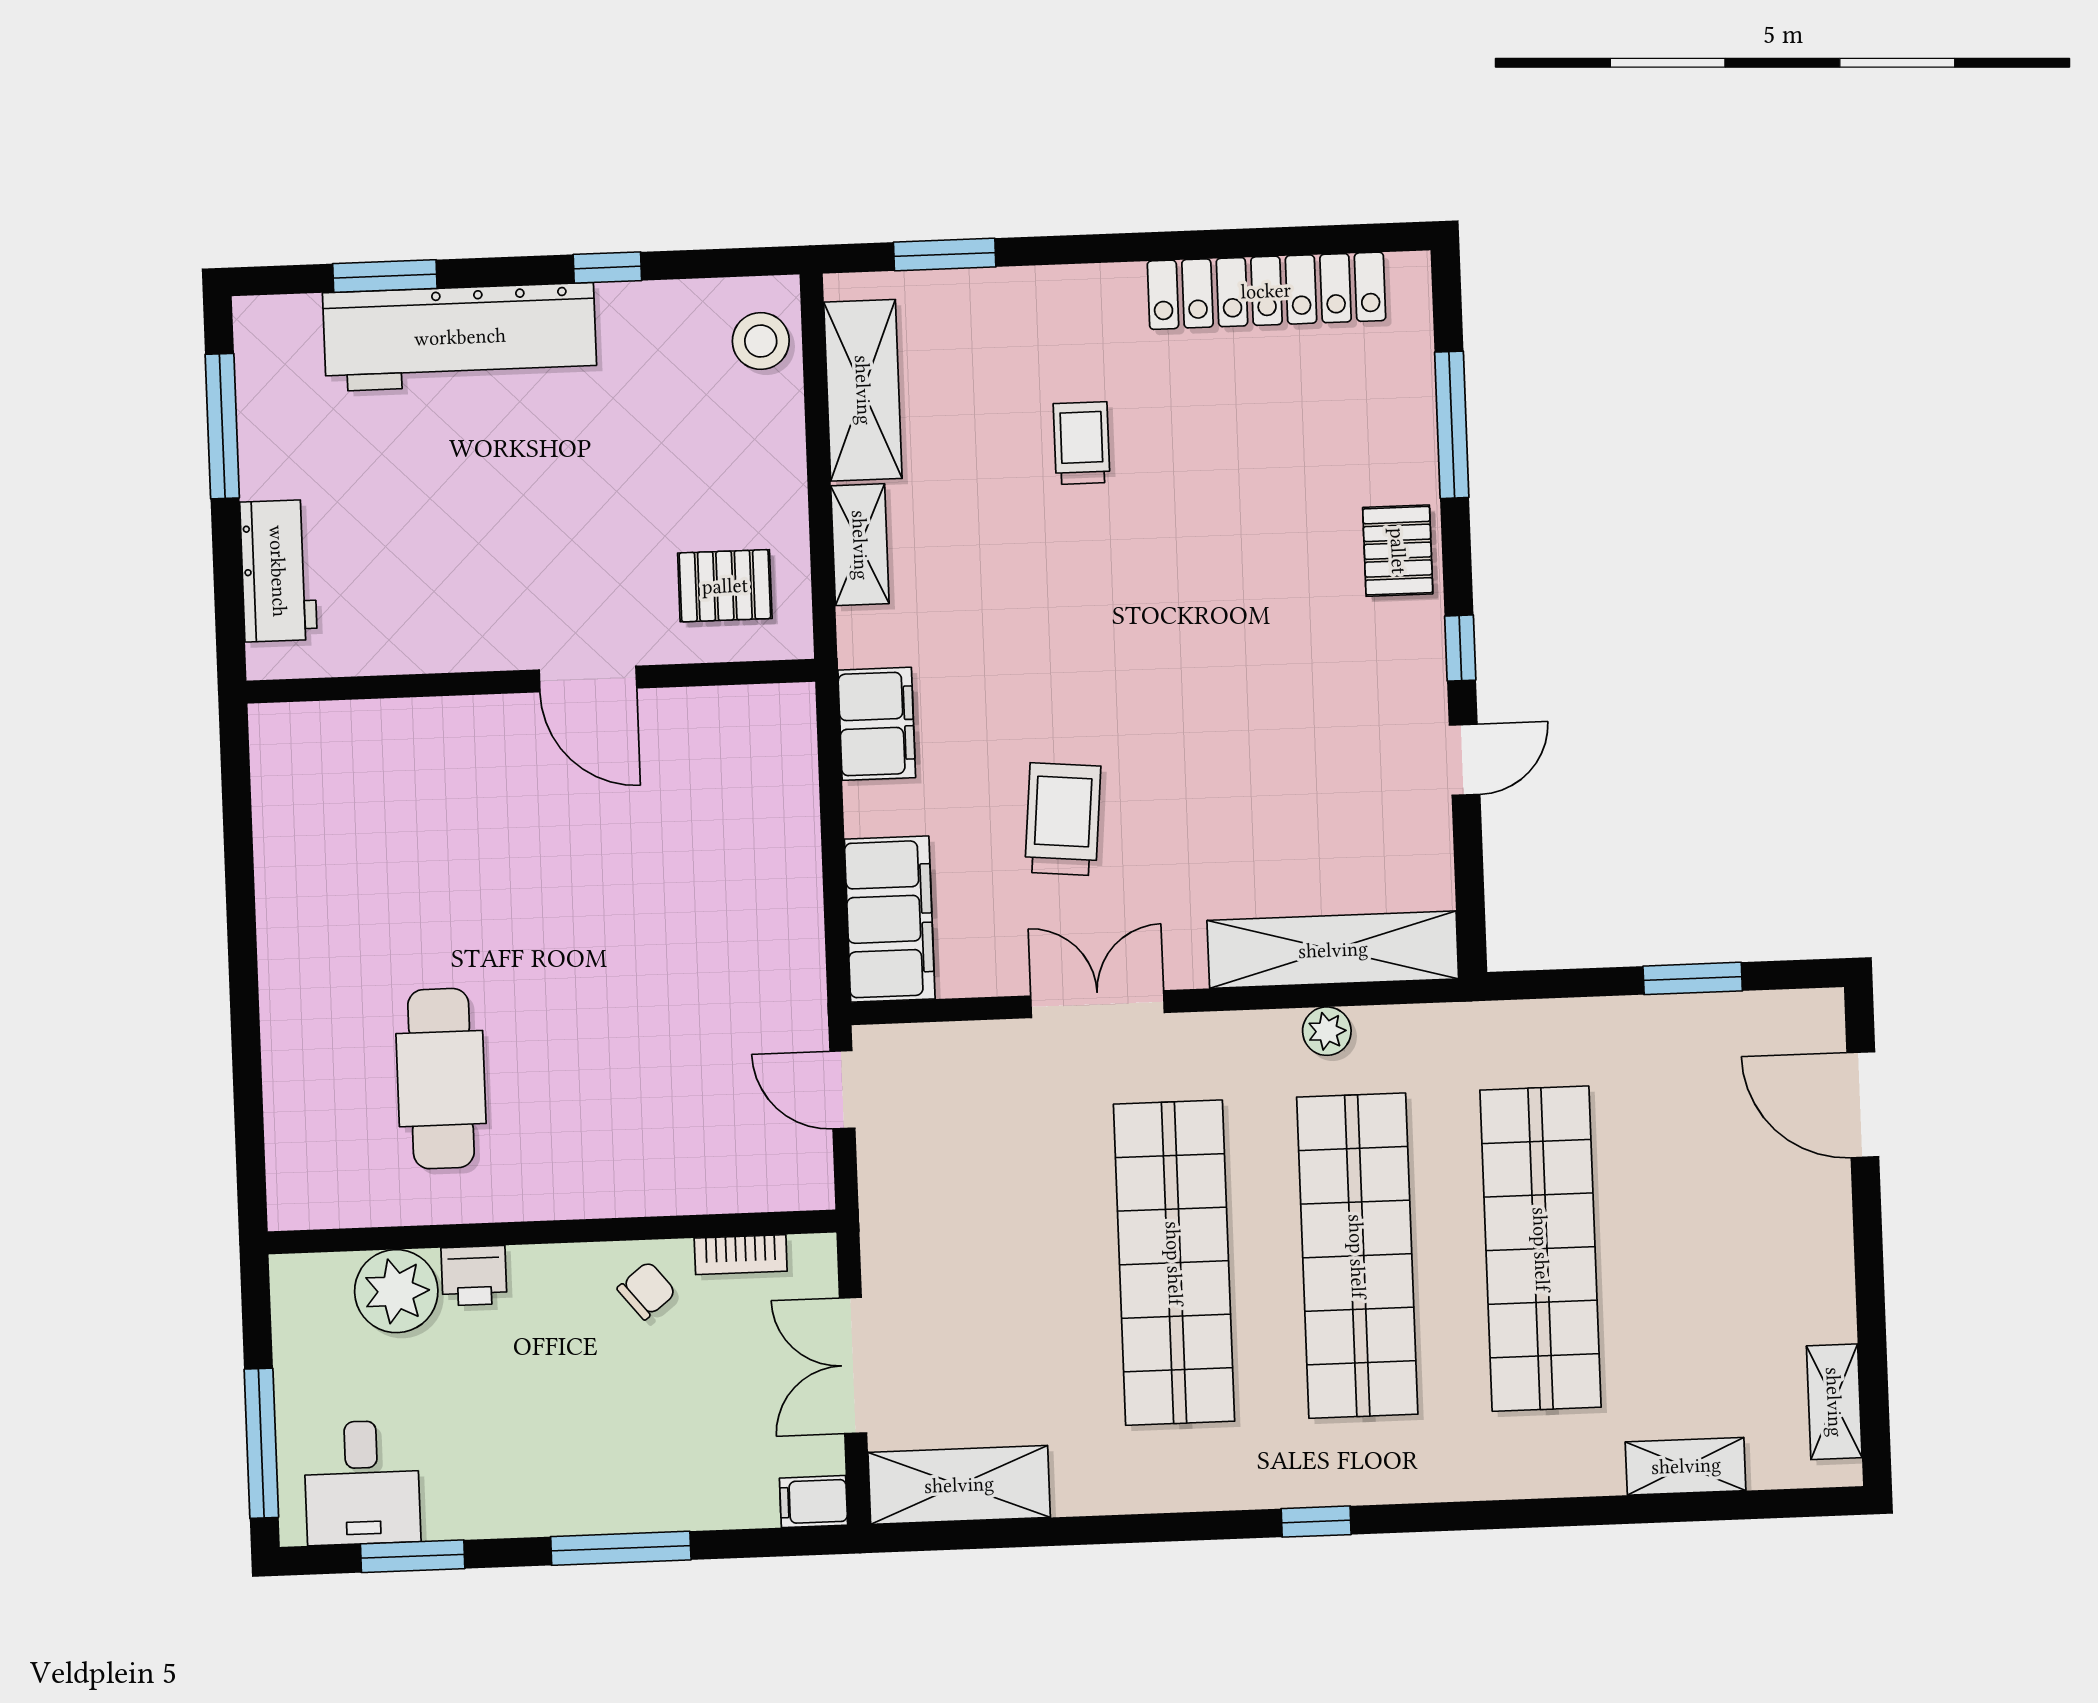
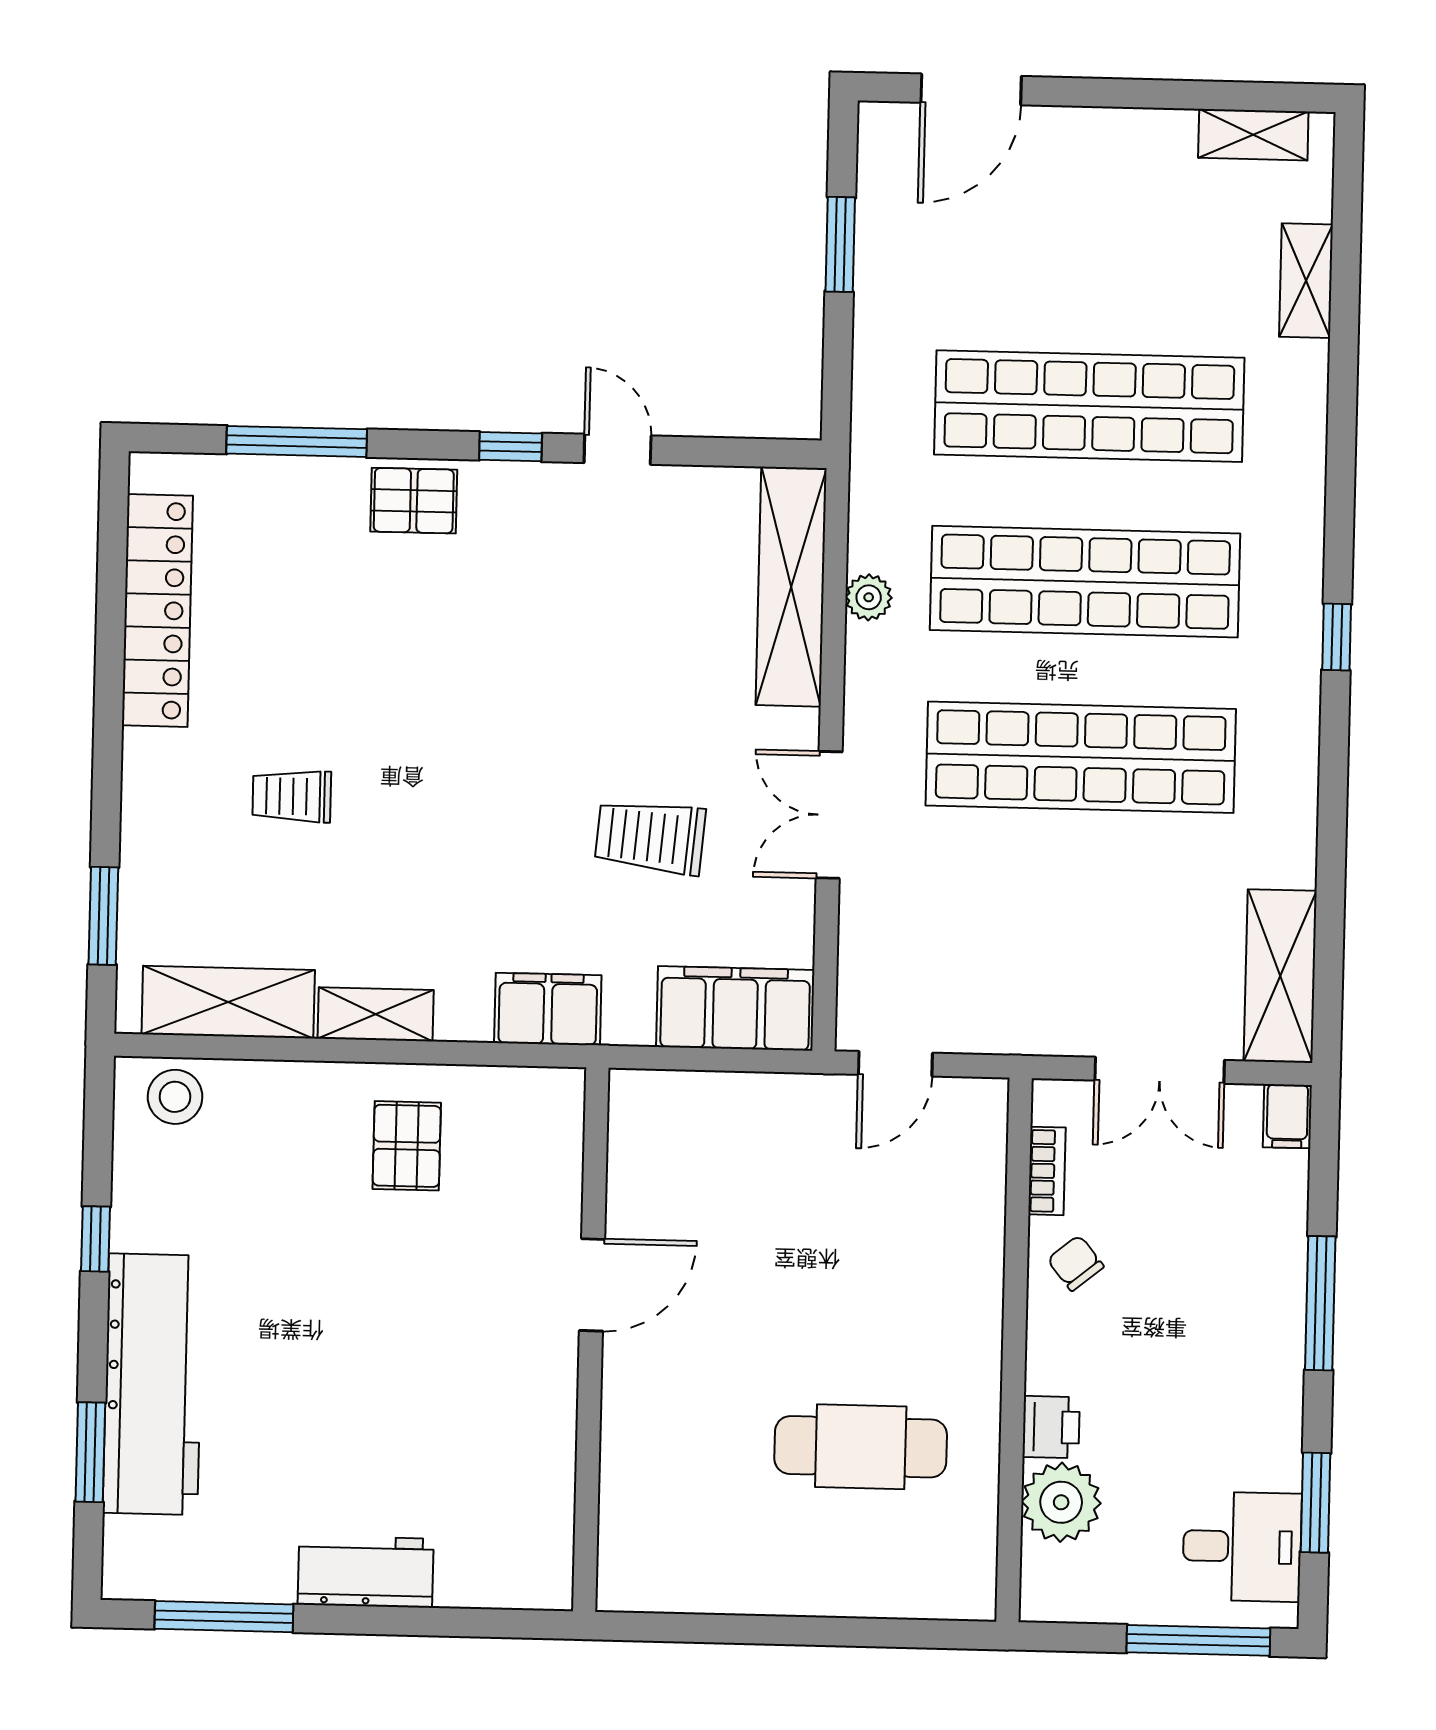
door: (588, 679) -> (592, 1285), moved
wall: (531, 681) -> (591, 1340), moved

